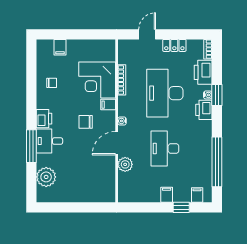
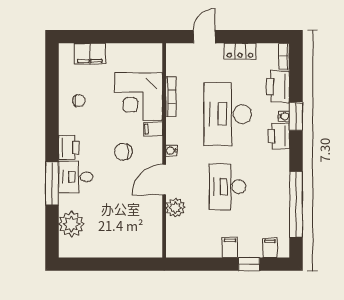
filing cabinet: (60, 47) -> (90, 54), width x2.00

